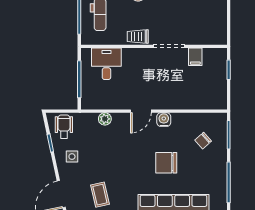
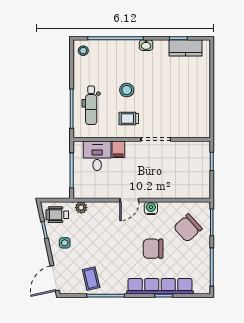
trolley: (138, 37) -> (129, 118), moved
filing cabinet: (195, 57) -> (118, 149), moved
plant: (105, 119) -> (81, 208), moved
wheelchair: (64, 127) -> (57, 215), turned -90
chair: (203, 141) -> (188, 228), width x1.87, depth x1.87

